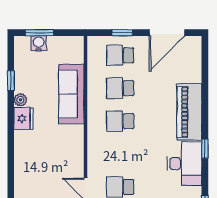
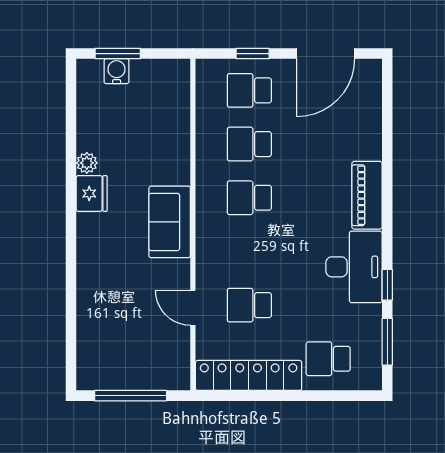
window: (11, 81) -> (71, 132), removed
sofa: (71, 94) -> (170, 222), moved, width x0.73
piano: (189, 112) -> (367, 195), width x0.73, depth x0.75
window: (205, 149) -> (387, 285), moved

